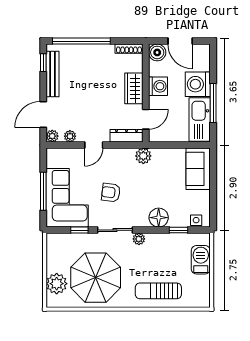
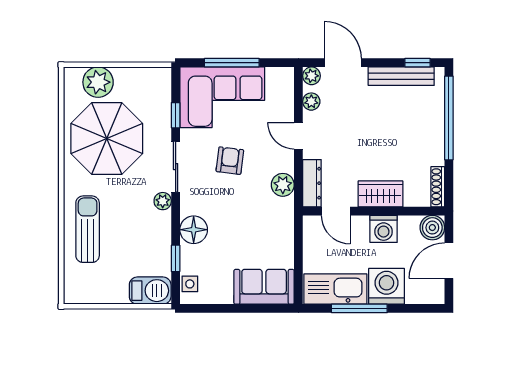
plant: (143, 156) -> (283, 185), moved
barbecue: (201, 260) -> (150, 291), moved

